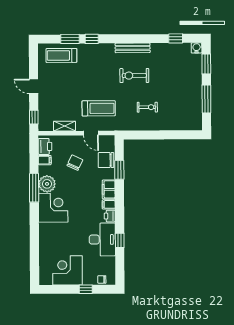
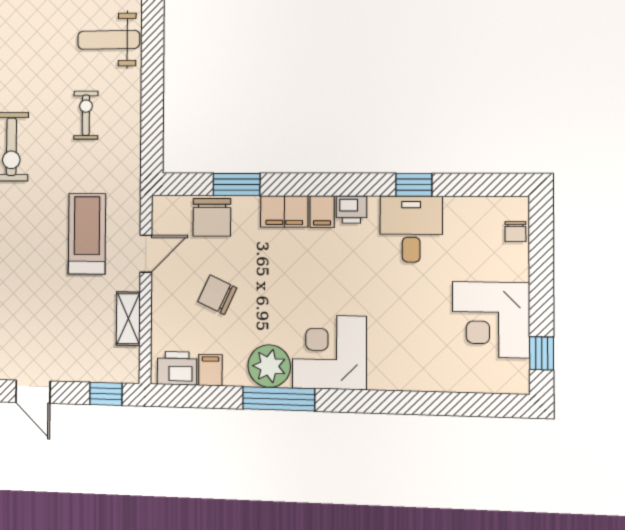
door: (34, 86) -> (33, 392), hinge flipped
weight bench: (178, 116) -> (109, 40), added
desk: (102, 239) -> (411, 229), width x0.73
window: (86, 289) -> (542, 353), moved

